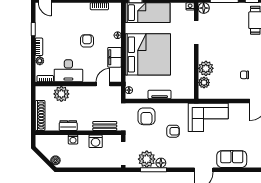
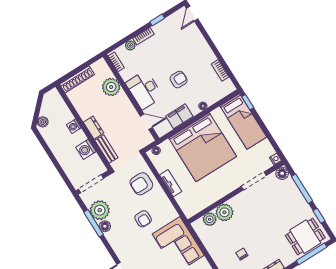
desk: (68, 71) -> (144, 90), moved
dresser: (68, 126) -> (94, 128), moved

